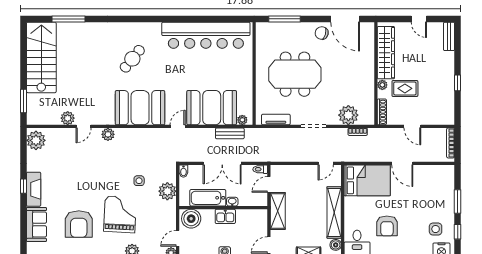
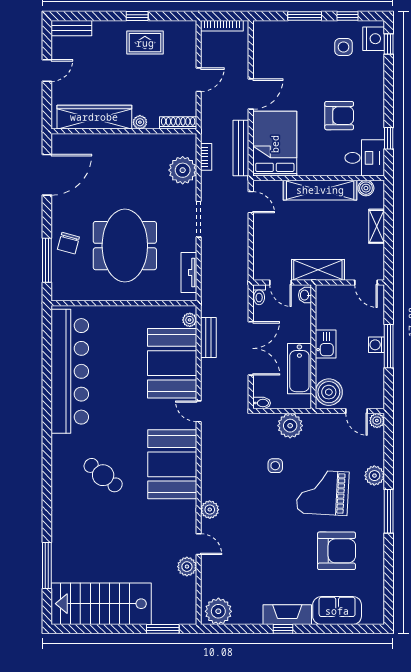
chair: (322, 33) -> (68, 243), moved
rug: (405, 88) -> (145, 43), moved, turned 90
bench: (364, 156) -> (241, 148), added
washbasin: (232, 202) -> (305, 295), moved

